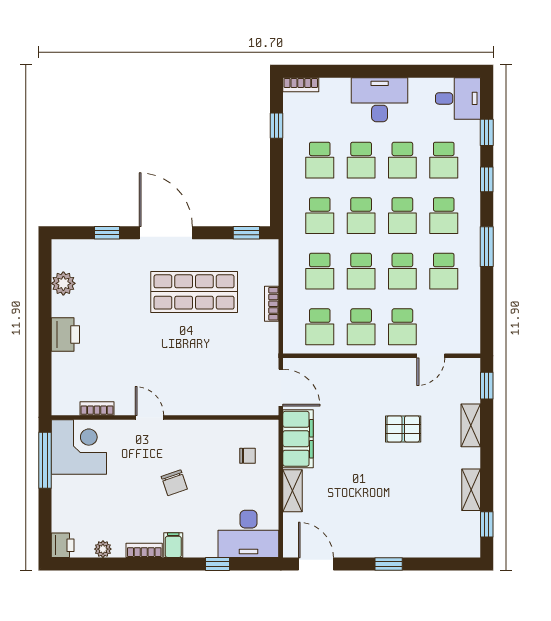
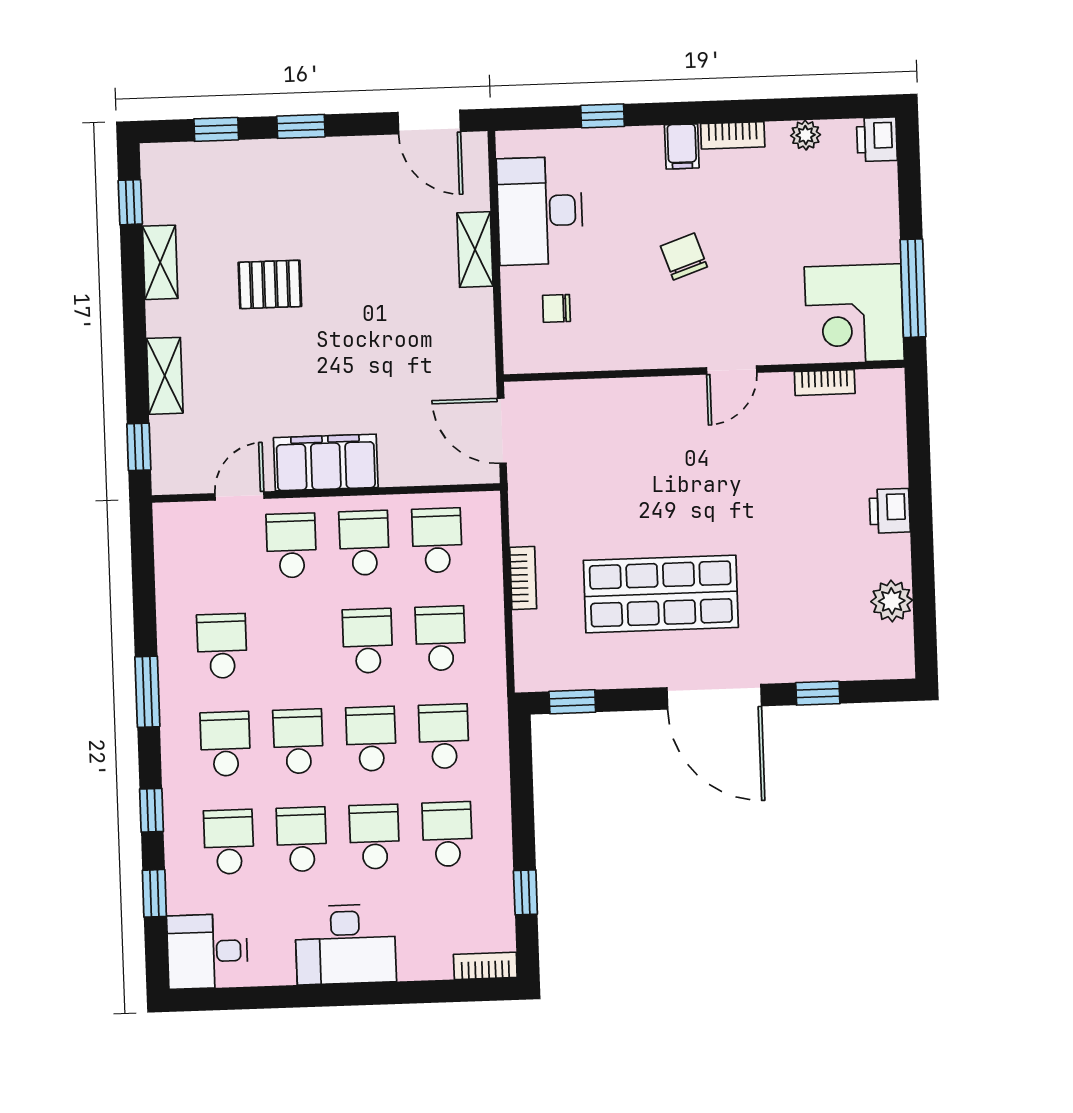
school desk: (402, 271) -> (295, 643), removed
printer: (65, 335) -> (890, 511), width x0.73, depth x0.81
door: (149, 417) -> (732, 370), hinge flipped
pallet: (403, 429) -> (270, 284), moved
filing cabinet: (298, 439) -> (326, 463), moved, turned 90
desk: (248, 534) -> (540, 211), moved, turned -90
window: (437, 564) -> (216, 129), added

